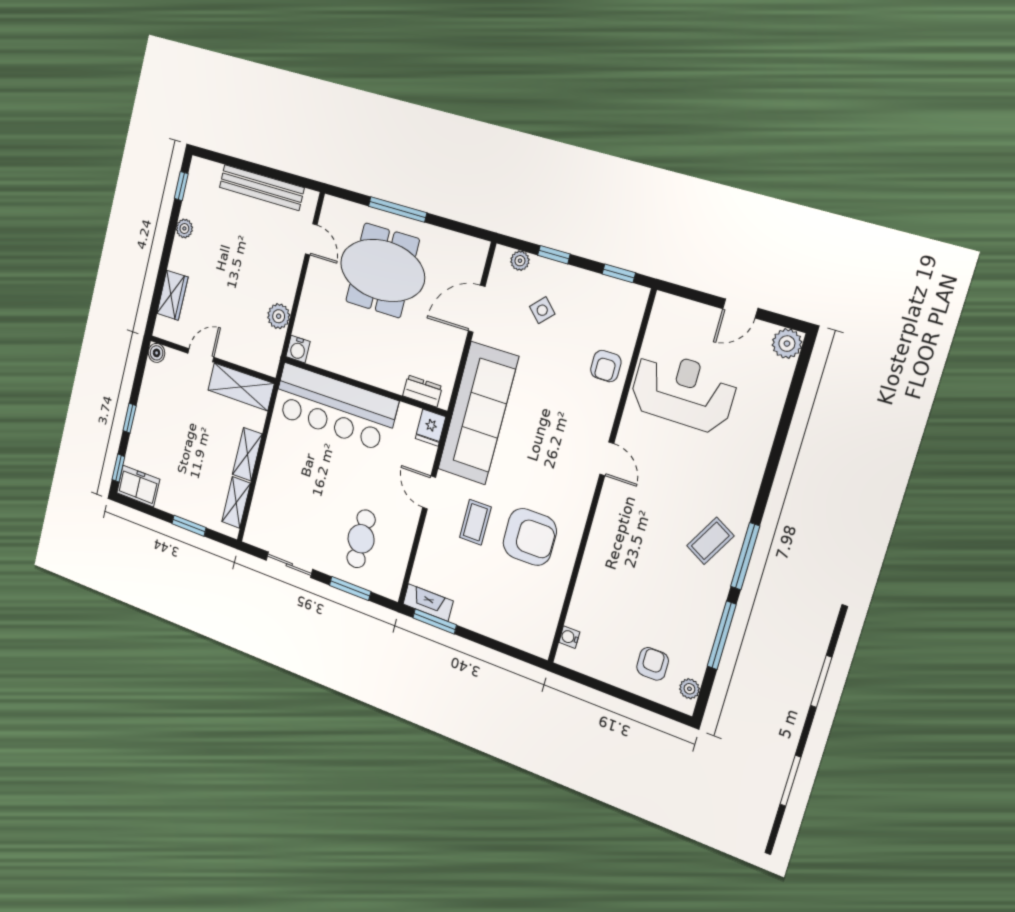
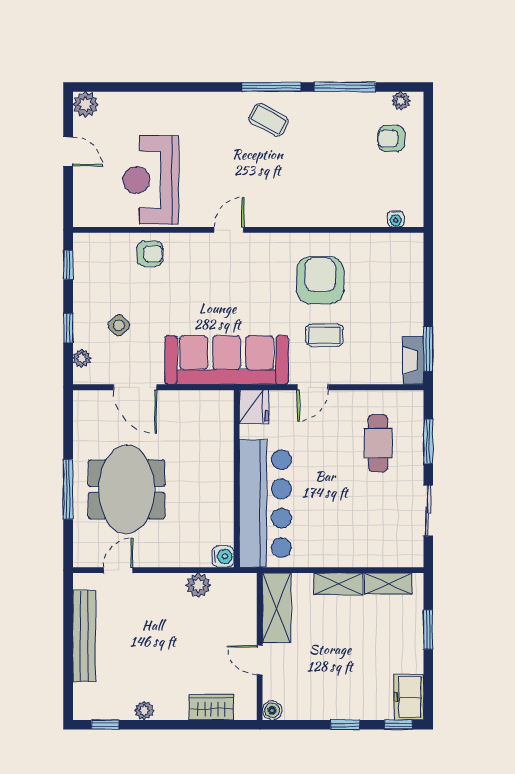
dresser: (422, 391) -> (224, 419), removed
fridge: (431, 428) -> (254, 407), width x1.38
cafe table: (361, 539) -> (378, 443), turned 90

